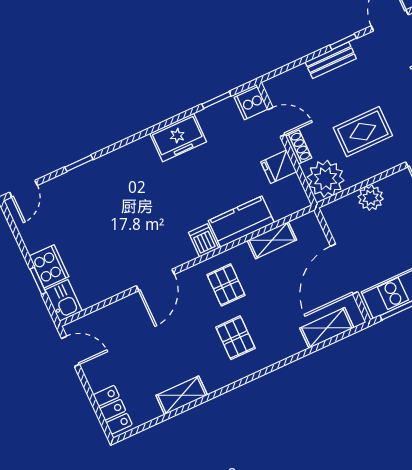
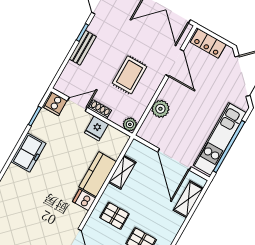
plant: (326, 179) -> (130, 124), width x0.53, depth x0.53

